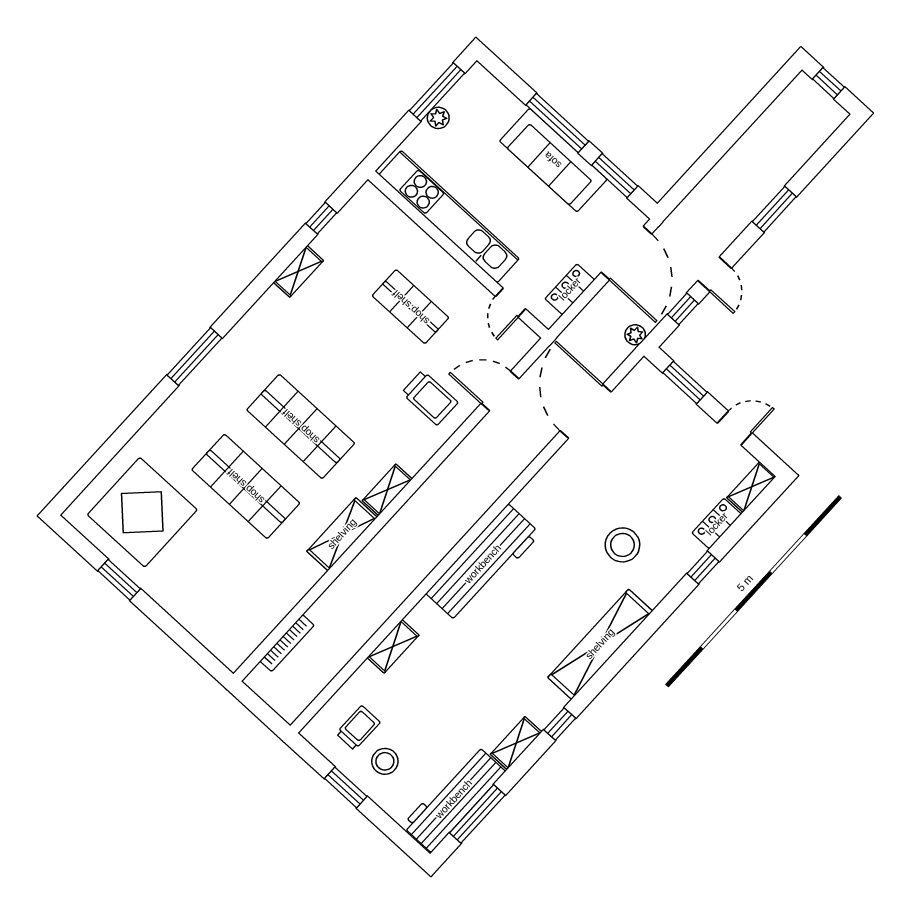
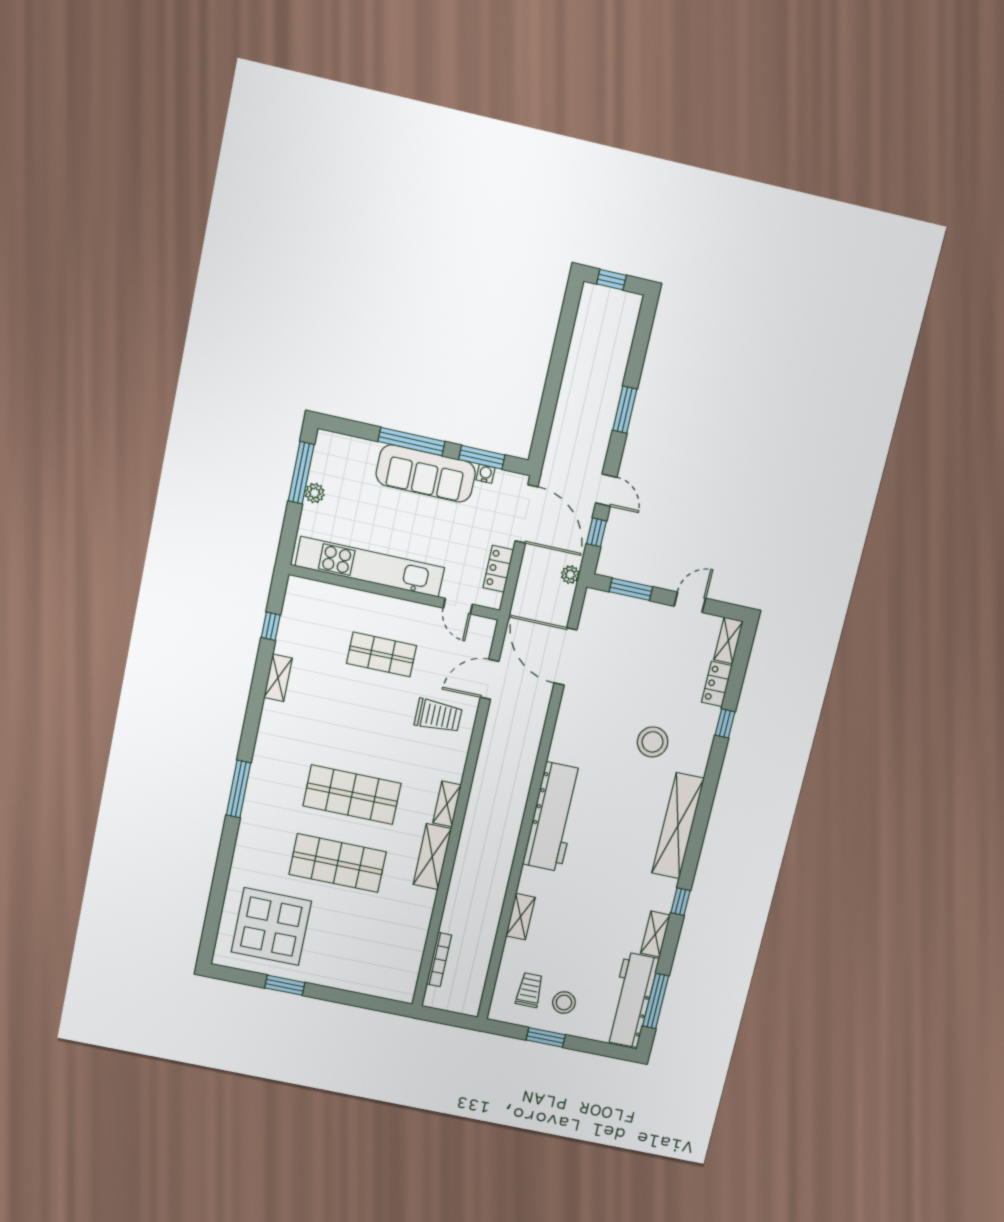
water cooler: (609, 193) -> (485, 474), added

